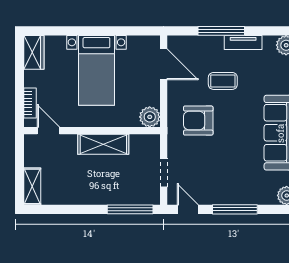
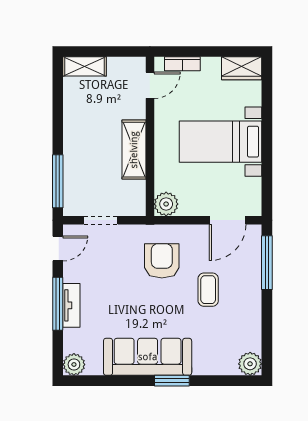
window: (221, 31) -> (267, 263), moved
tv unit: (243, 42) -> (71, 305), moved, turned 180

